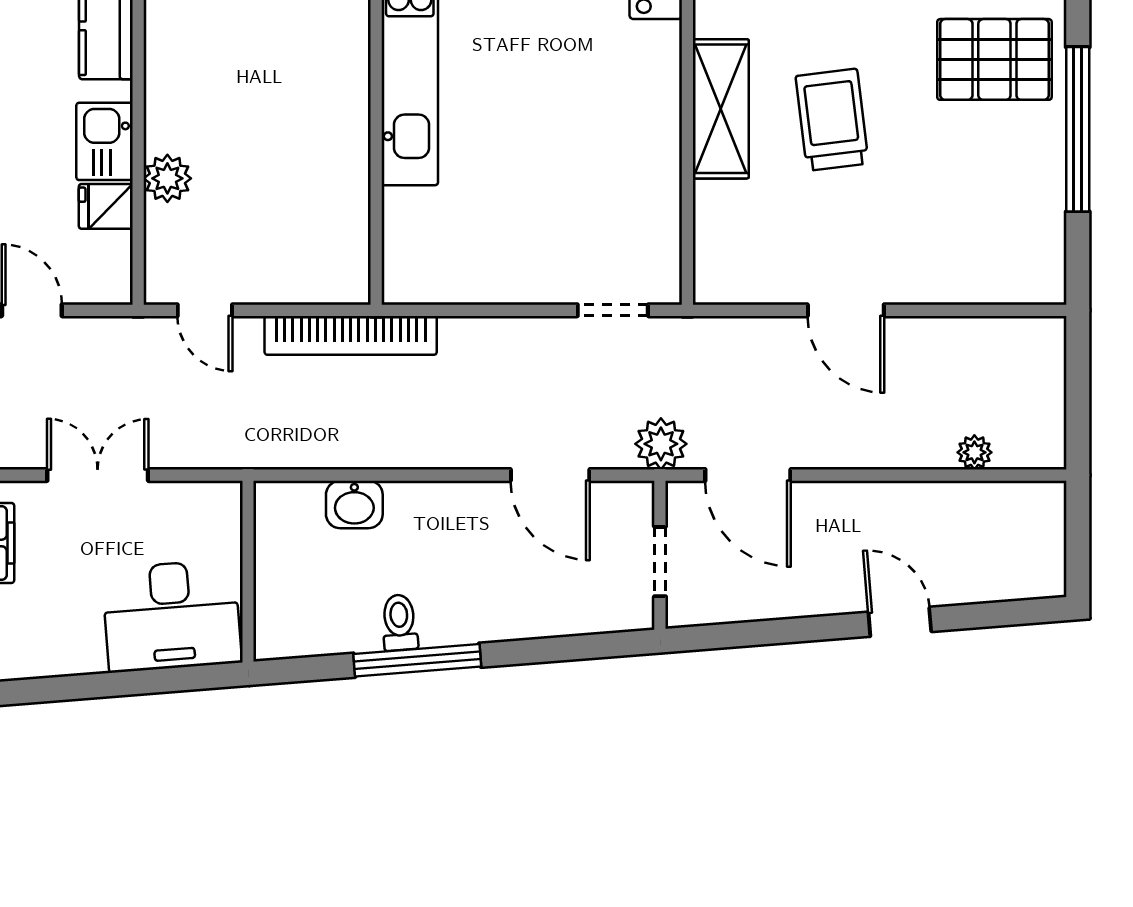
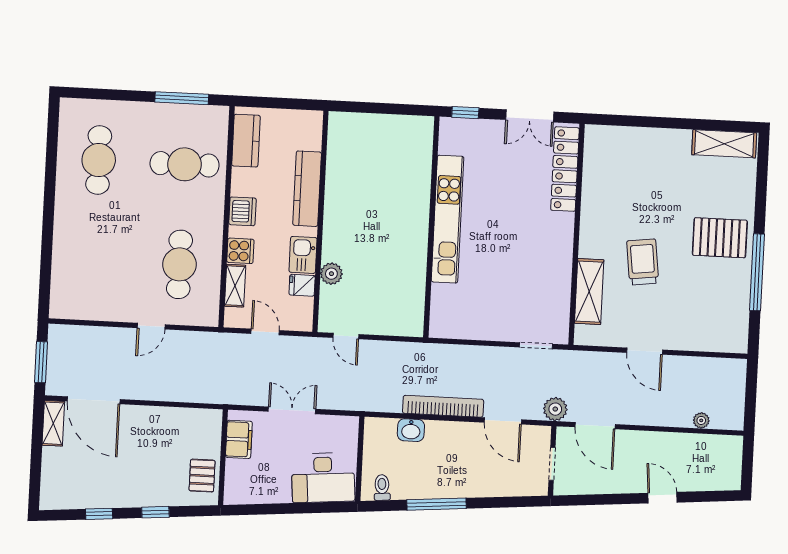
shelving: (721, 109) -> (589, 292), moved
bookcase: (351, 335) -> (443, 406), moved, turned 180
toilet: (399, 622) -> (382, 487), moved

